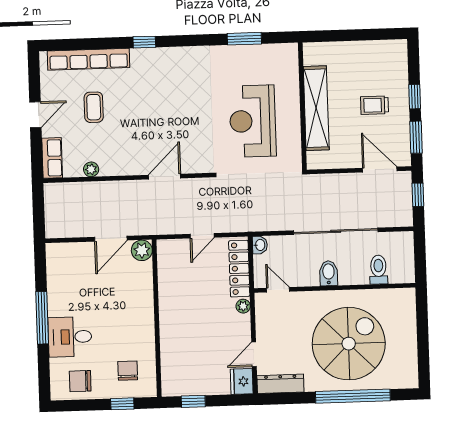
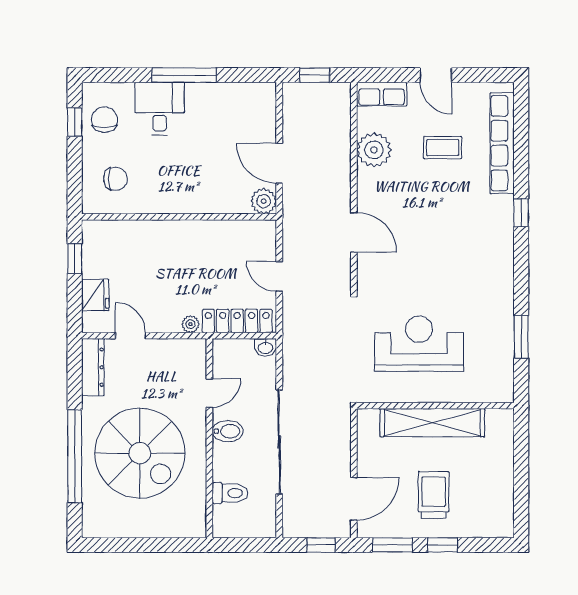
trolley: (374, 105) -> (434, 495), width x1.36, depth x1.39
plant: (91, 169) -> (374, 150), width x1.88, depth x1.88
window: (39, 213) -> (315, 75), added
door: (278, 290) -> (209, 393), moved
fridge: (242, 381) -> (95, 295), moved, turned 90
window: (122, 404) -> (75, 122), moved

